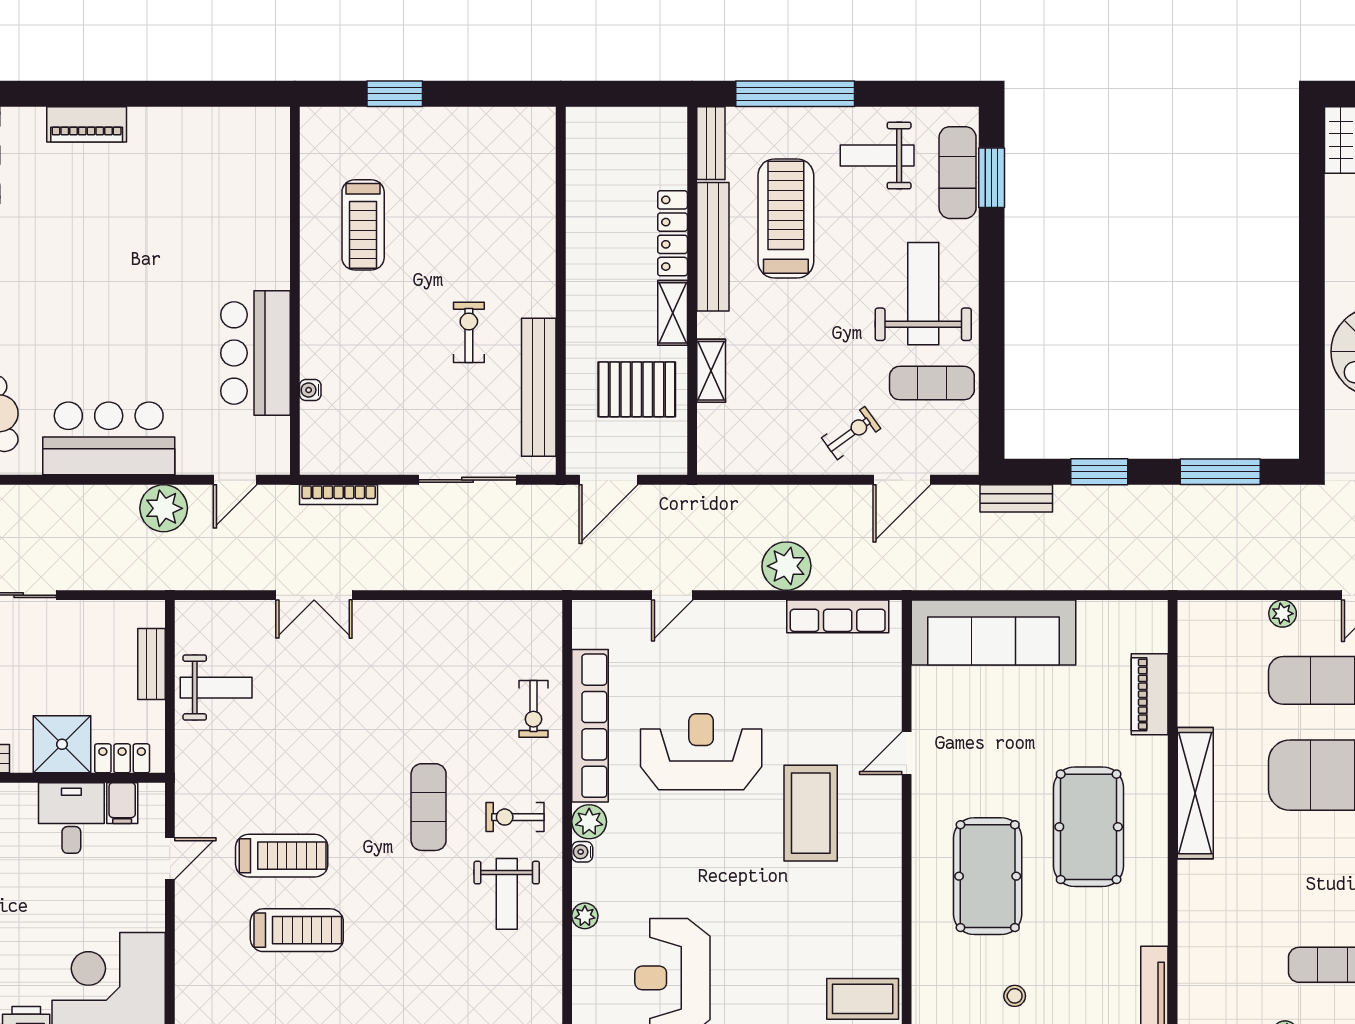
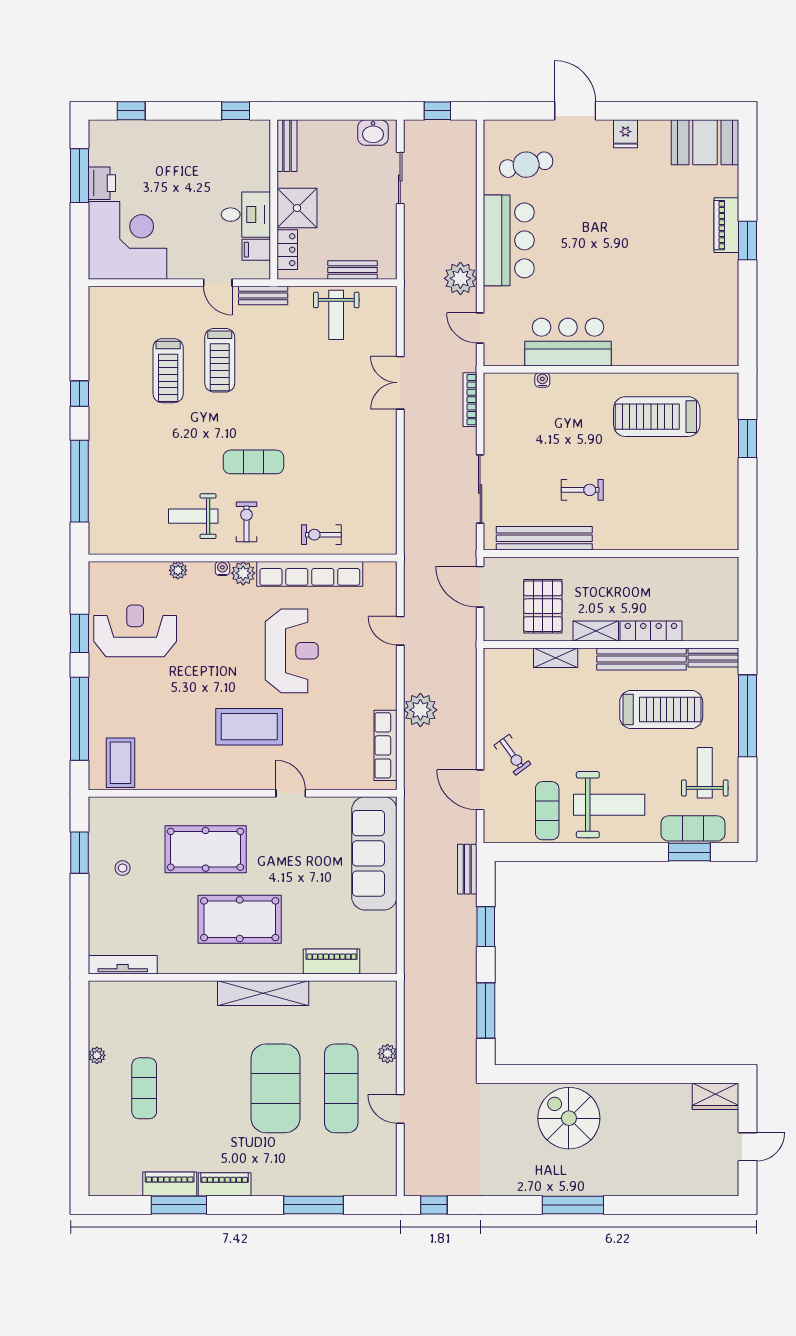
window: (109, 94) -> (748, 240), added
treadmill: (363, 225) -> (657, 417), width x1.37, depth x1.38
bench: (188, 793) -> (263, 295), added

